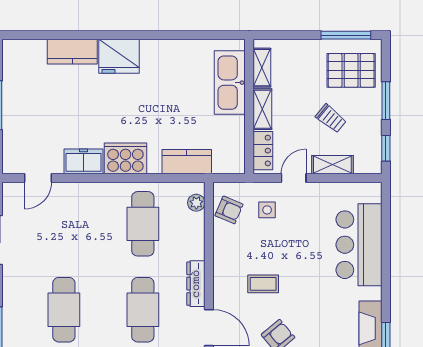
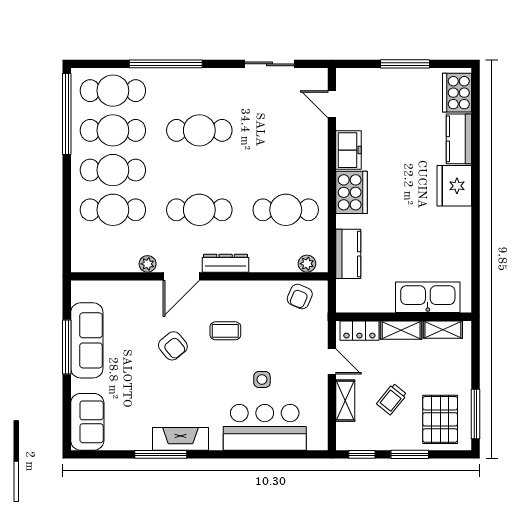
cooker: (26, 54) -> (457, 93), added
side table: (267, 210) -> (262, 380), moved
coffee table: (263, 284) -> (225, 331), turned 90

